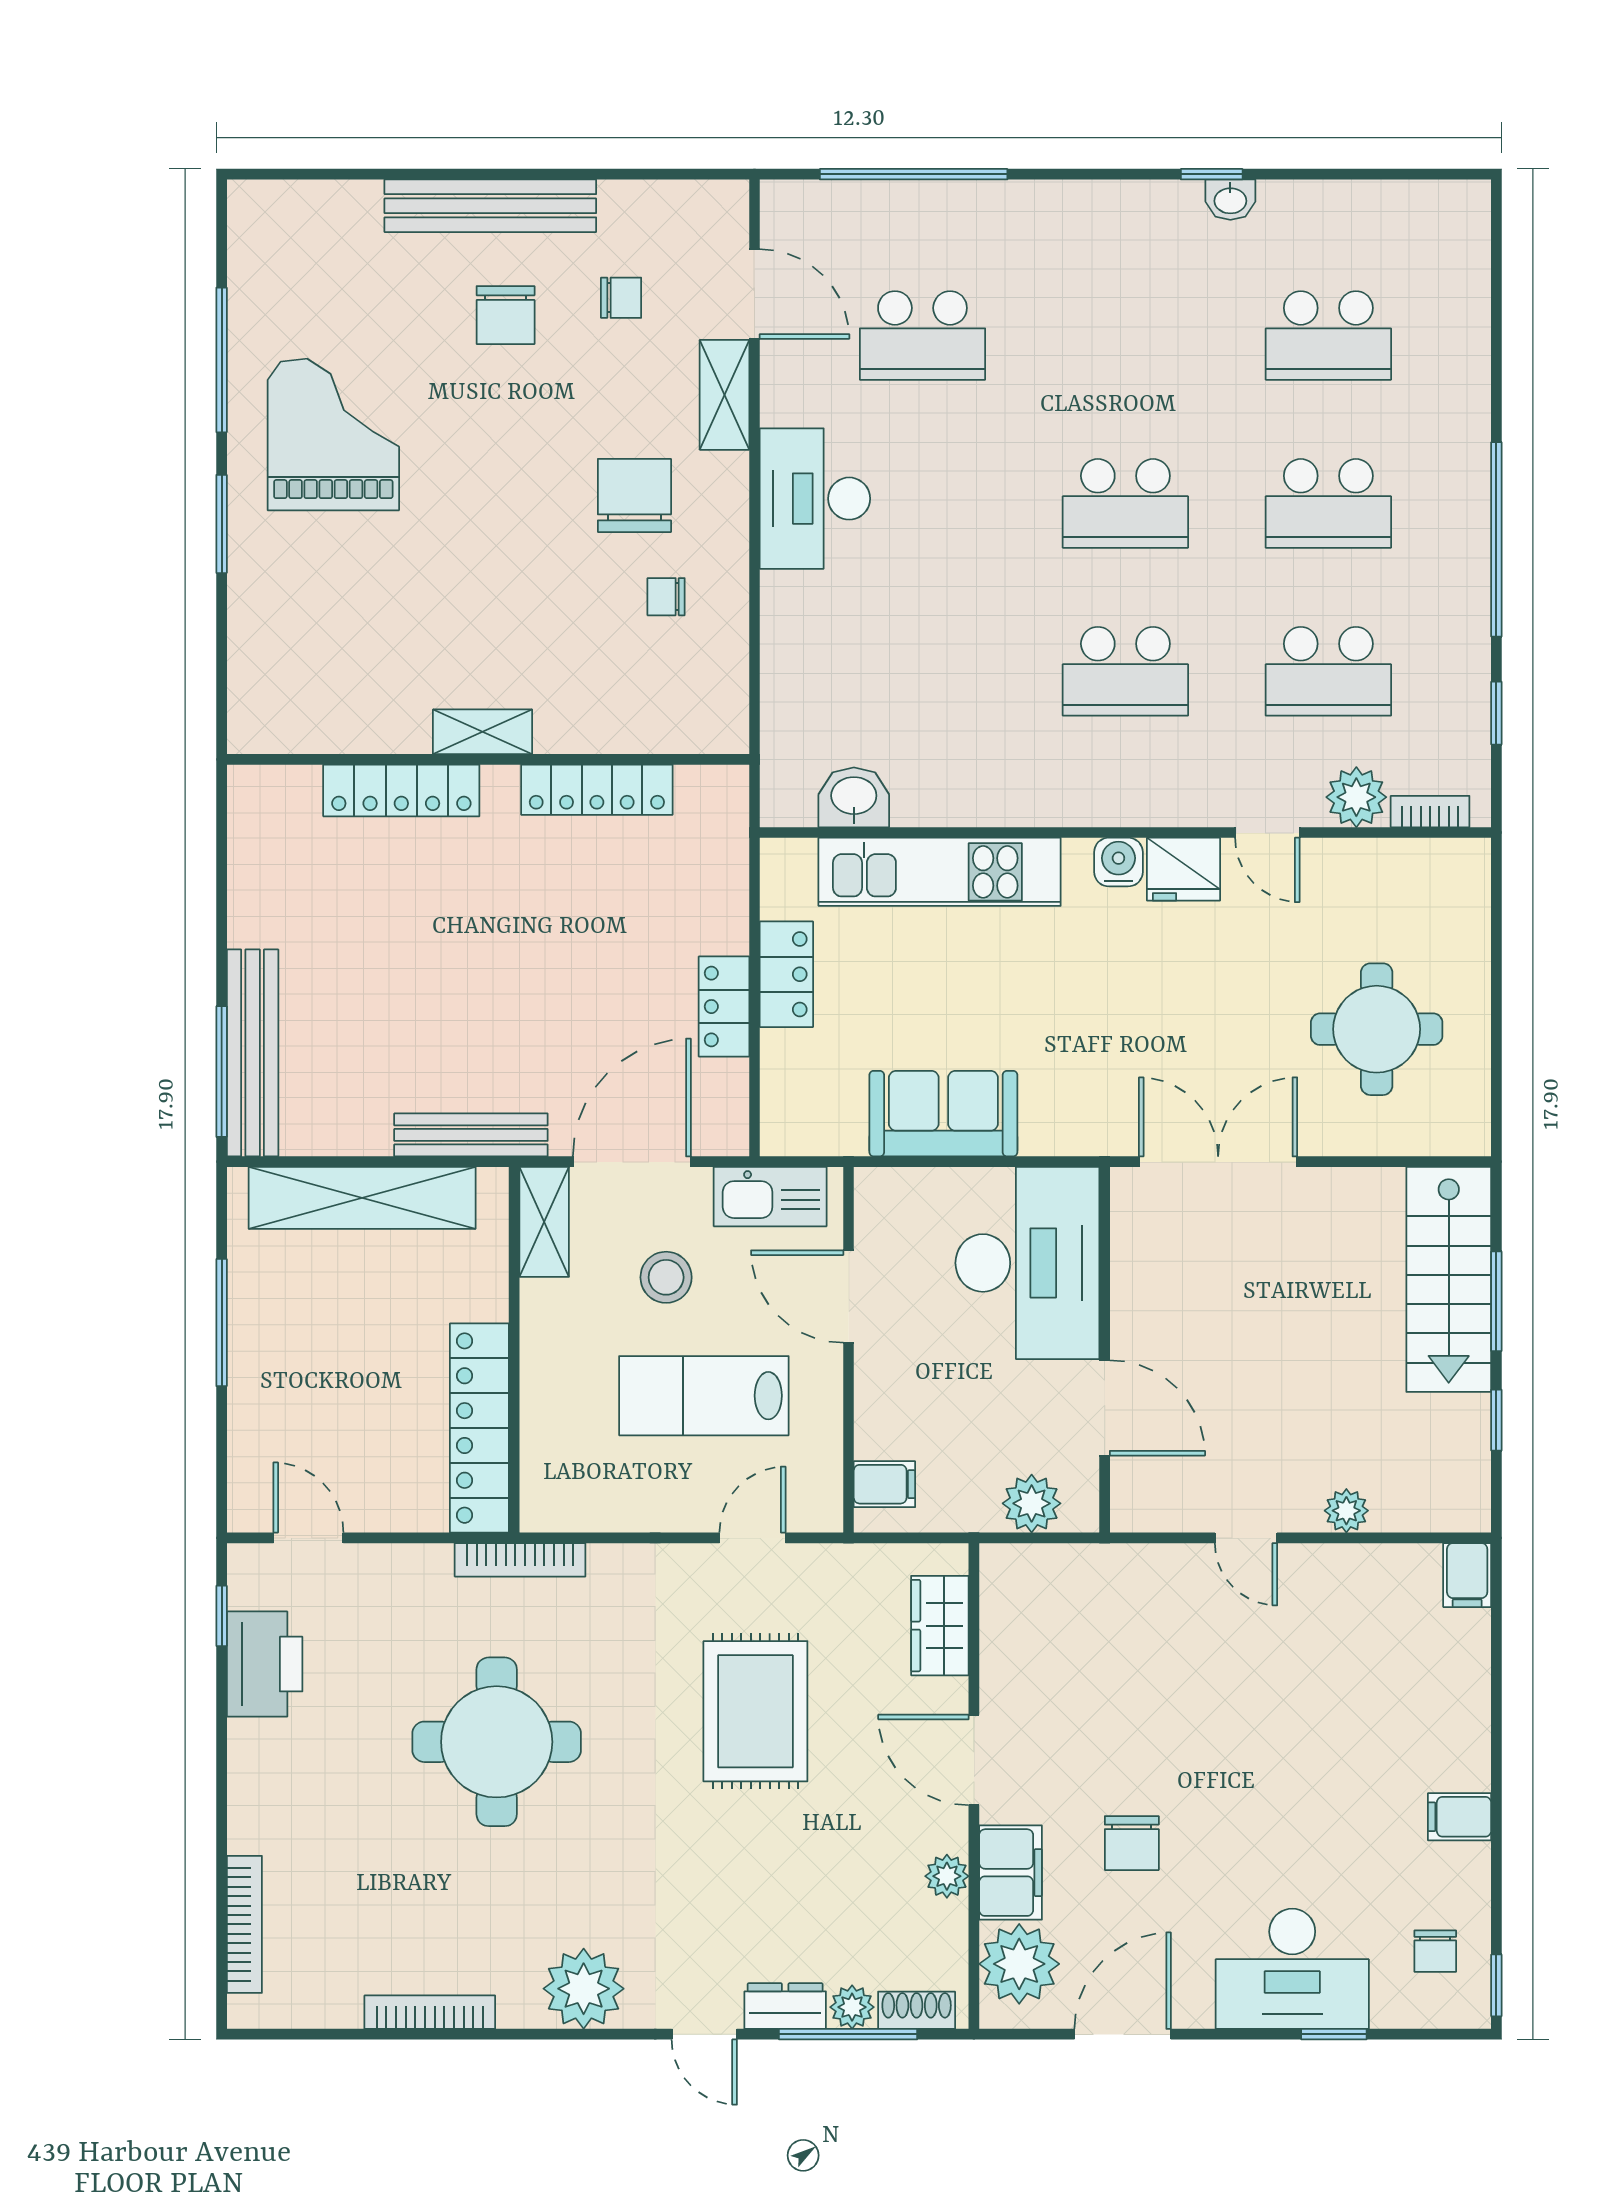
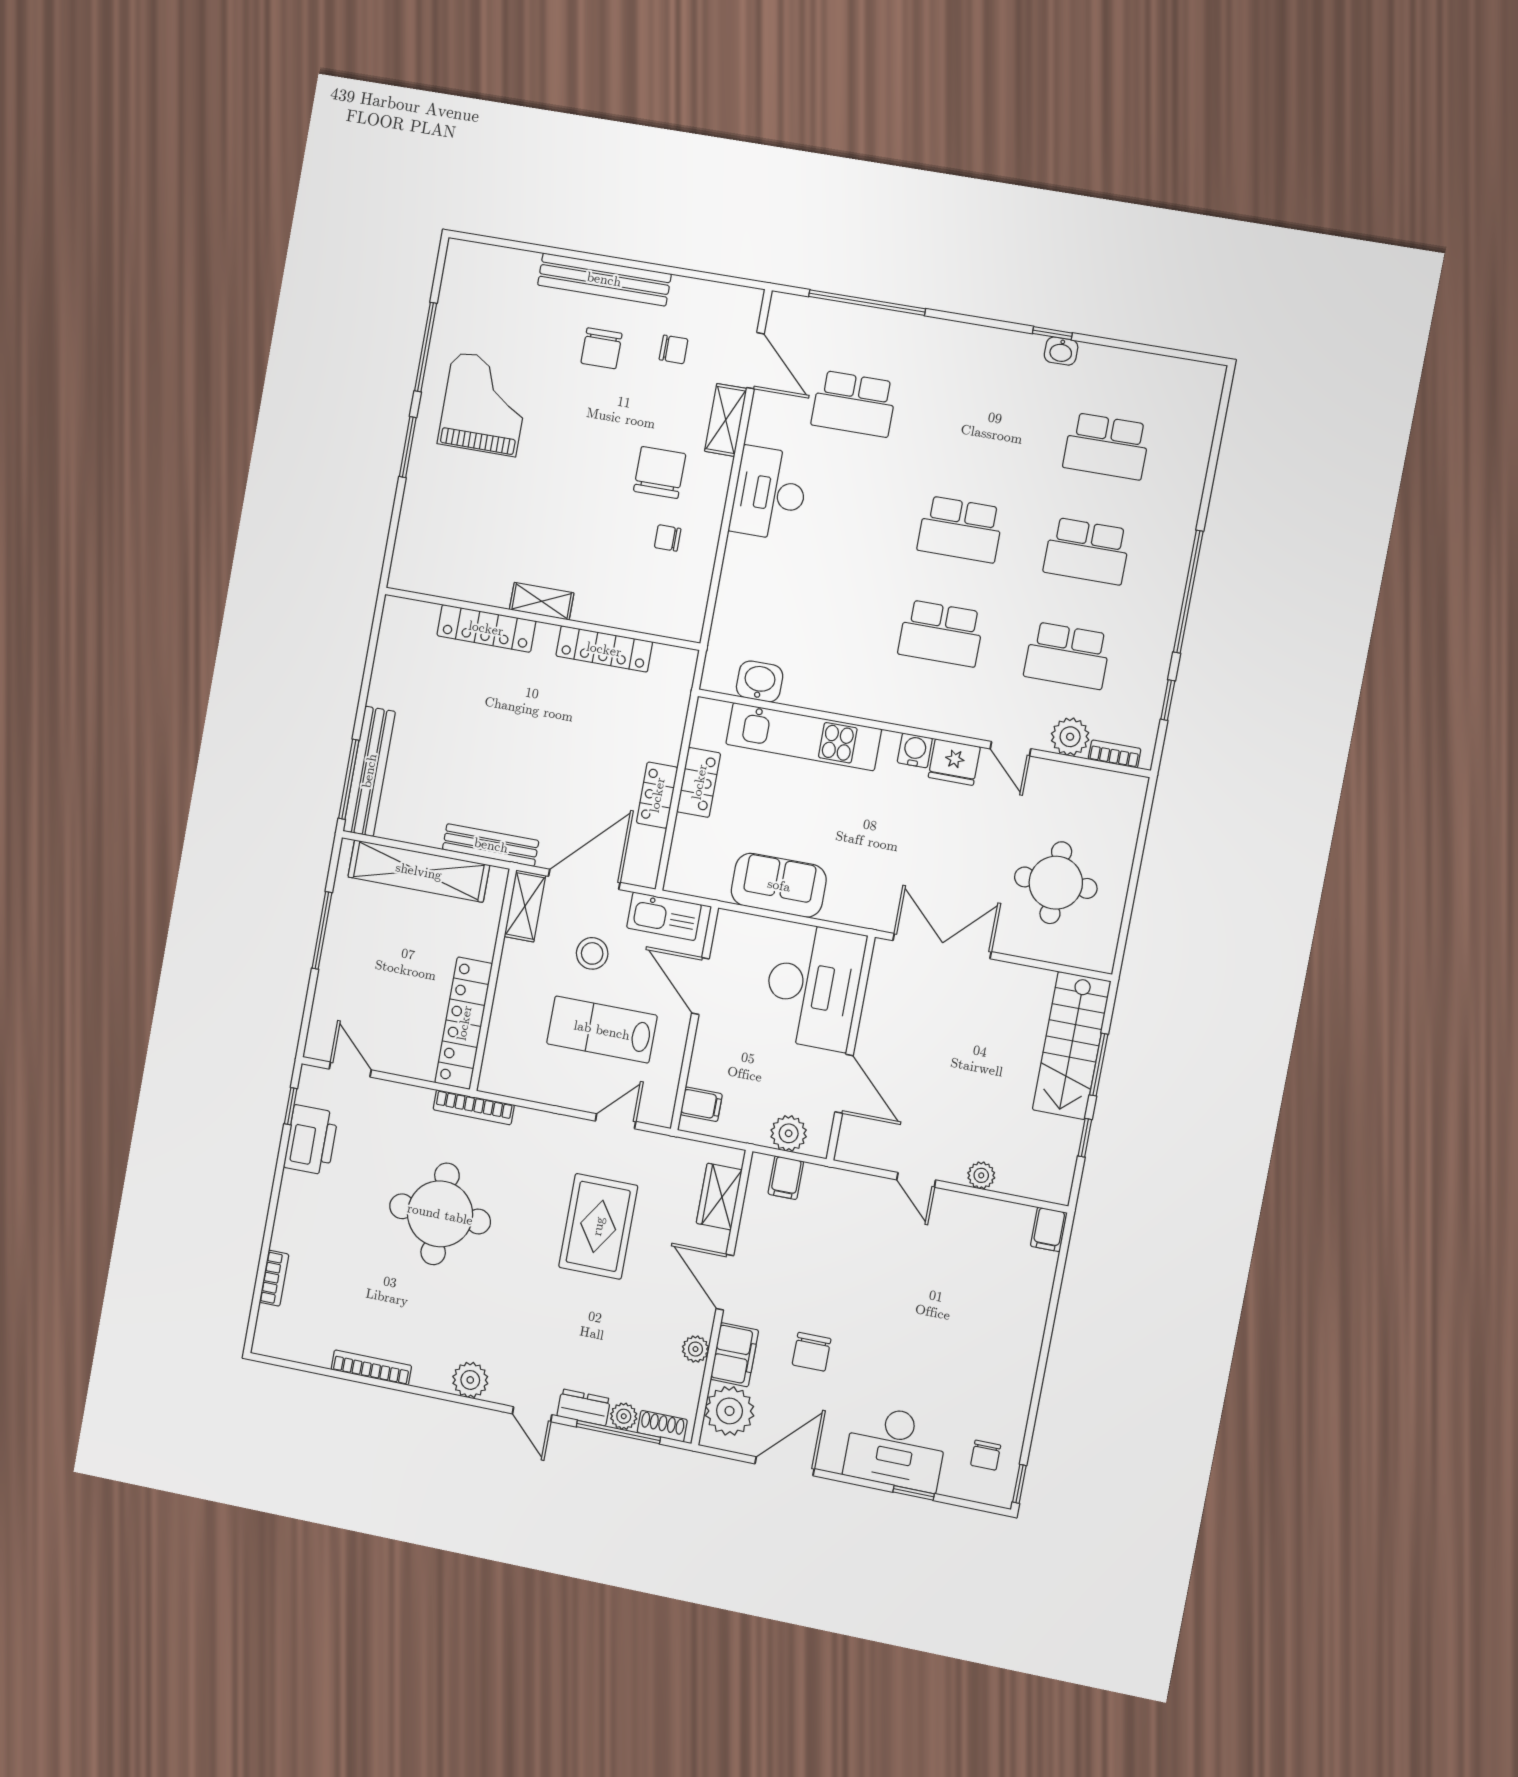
filing cabinet: (1460, 1817) -> (786, 1178), moved, turned -90
bookcase: (244, 1924) -> (274, 1278), width x0.64
plant: (584, 1989) -> (470, 1380), width x0.73, depth x0.73

